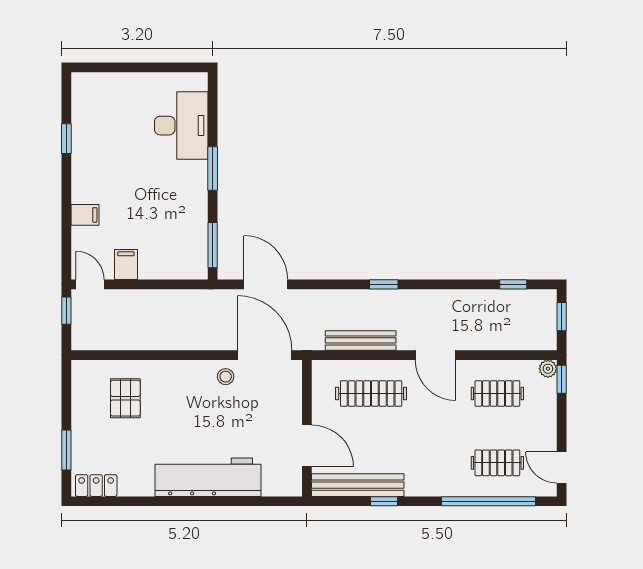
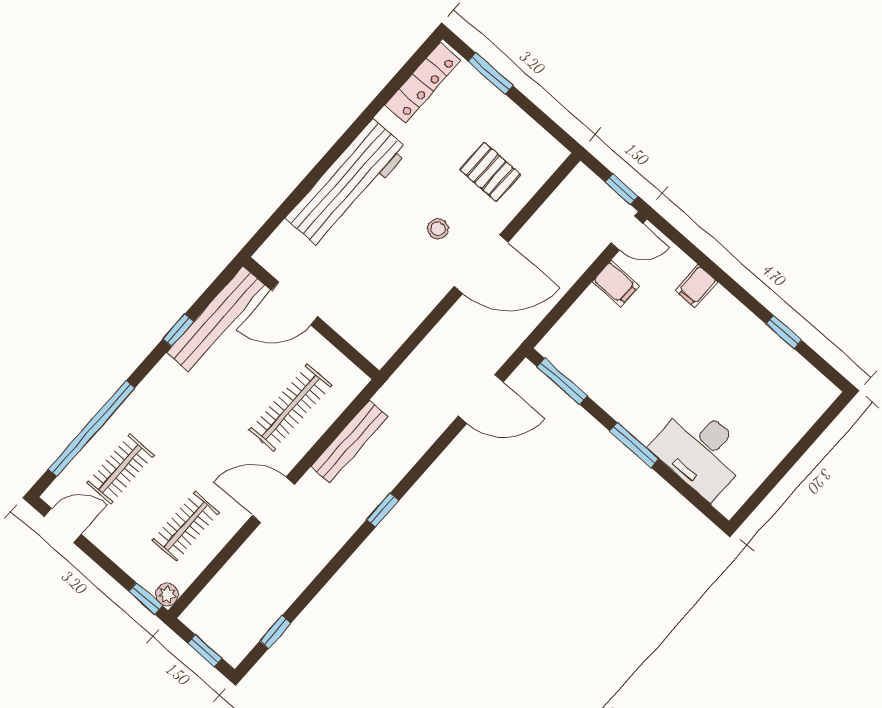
door: (265, 355) -> (481, 264), moved
stool: (226, 377) -> (438, 229), moved
locker: (96, 486) -> (423, 83), width x1.53

